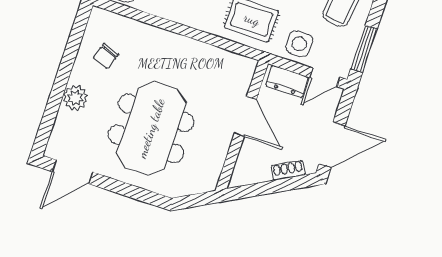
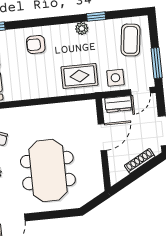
door: (245, 116) -> (102, 137), hinge flipped
shoe rack: (288, 170) -> (140, 161), width x1.43

